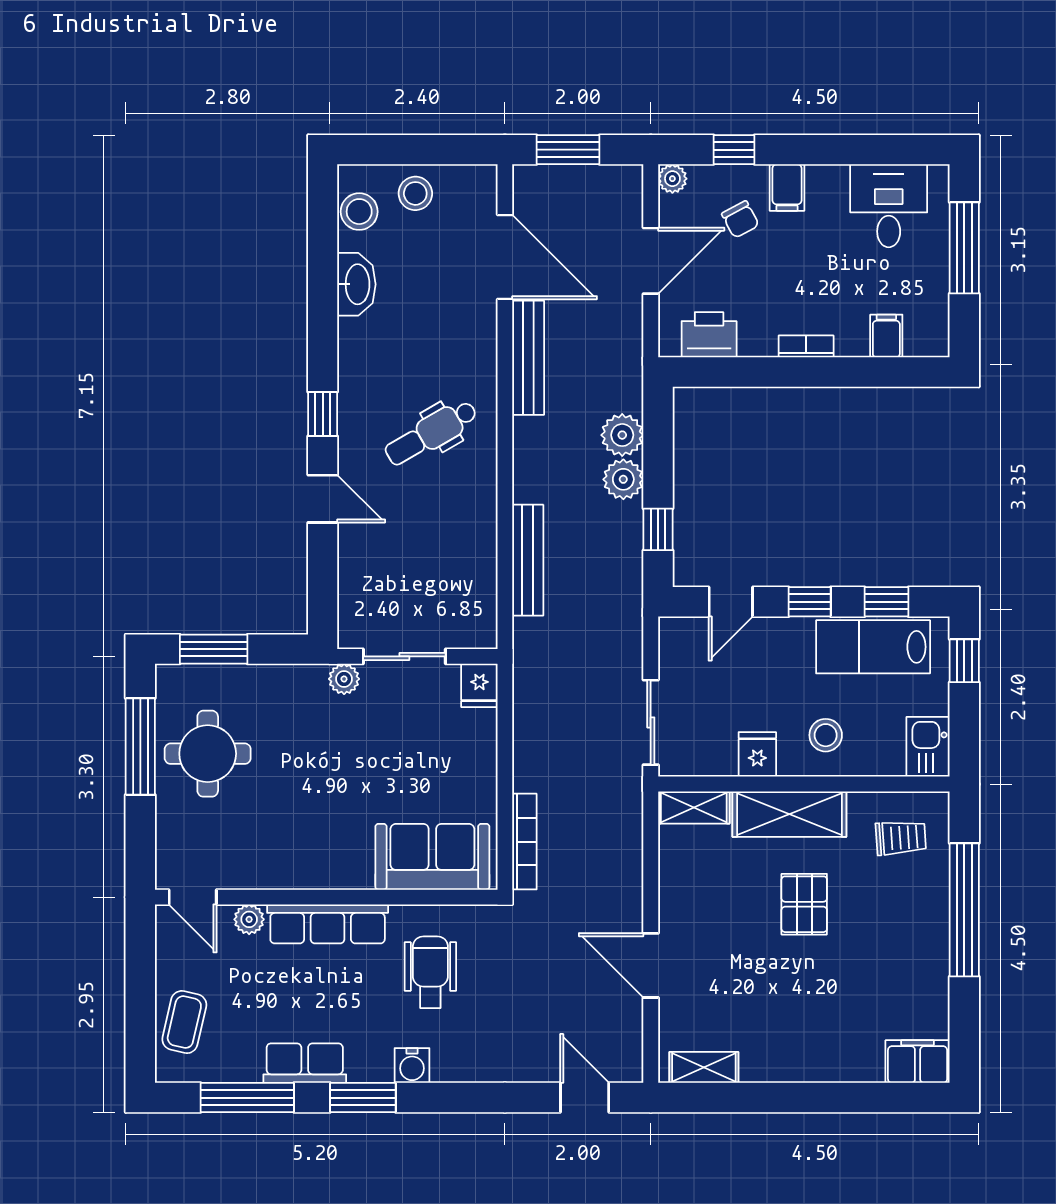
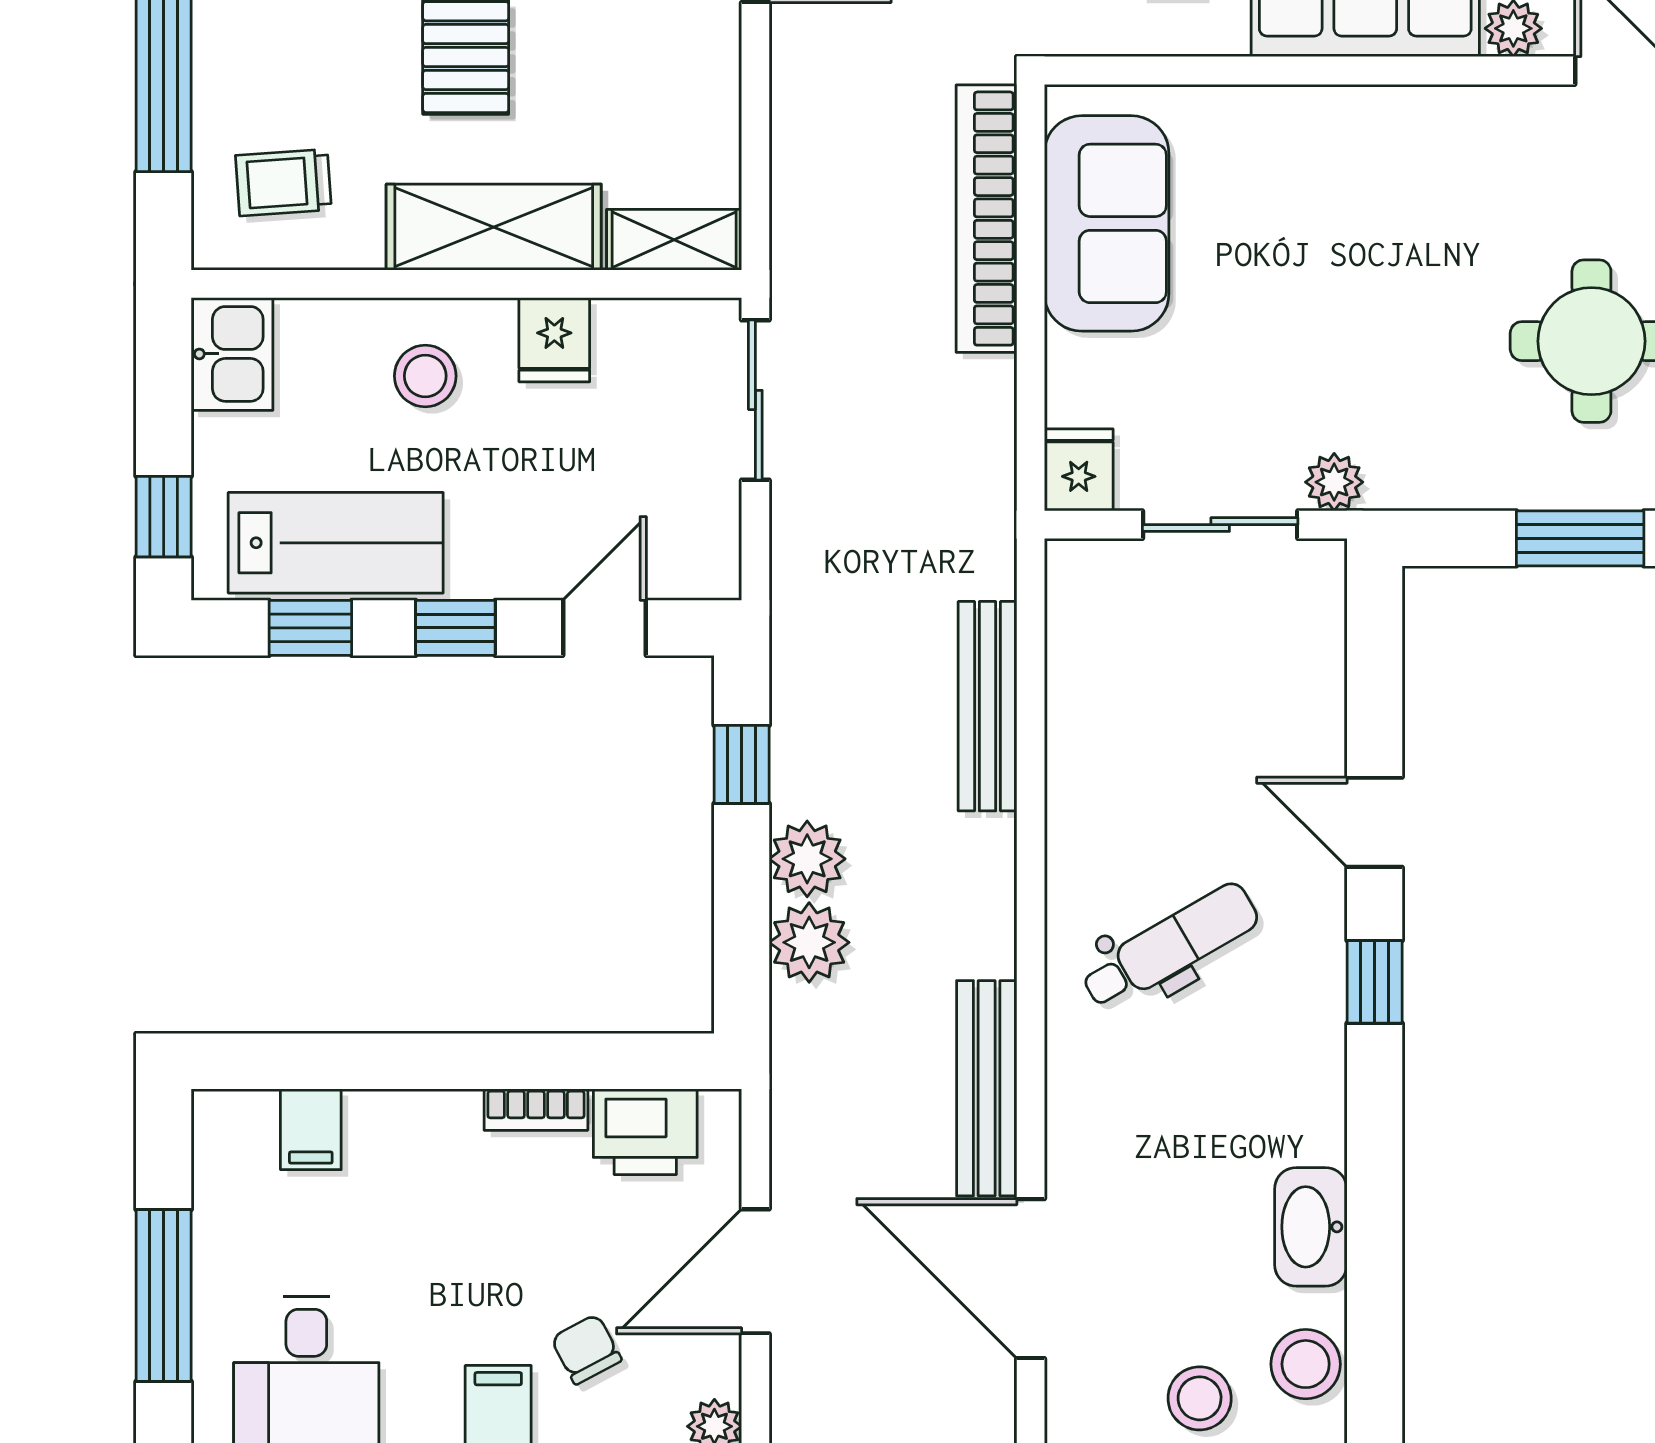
bookcase: (806, 346) -> (536, 1110), moved
bookcase: (524, 842) -> (986, 219), width x1.48, depth x1.31
sofa: (432, 857) -> (1107, 223), moved, turned -90

